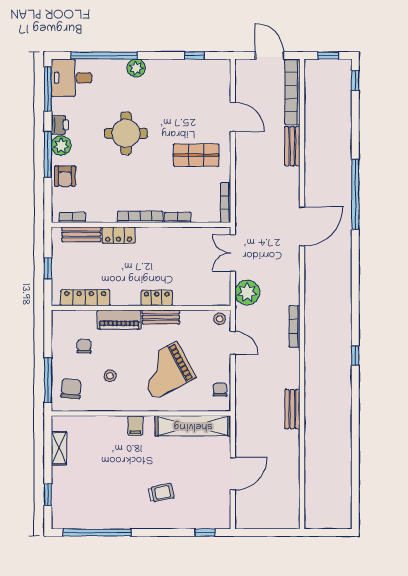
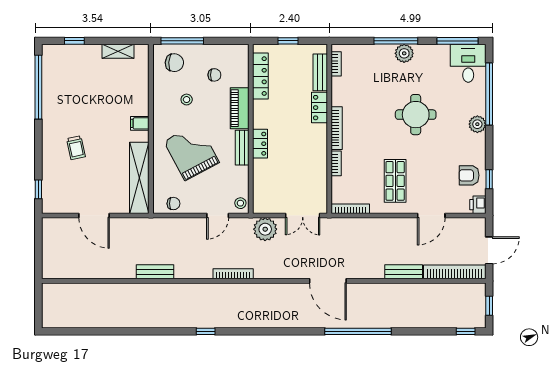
printer: (60, 125) -> (478, 205), moved, turned 90
armchair: (65, 176) -> (469, 175), moved
double door: (233, 253) -> (303, 216), swing flipped

